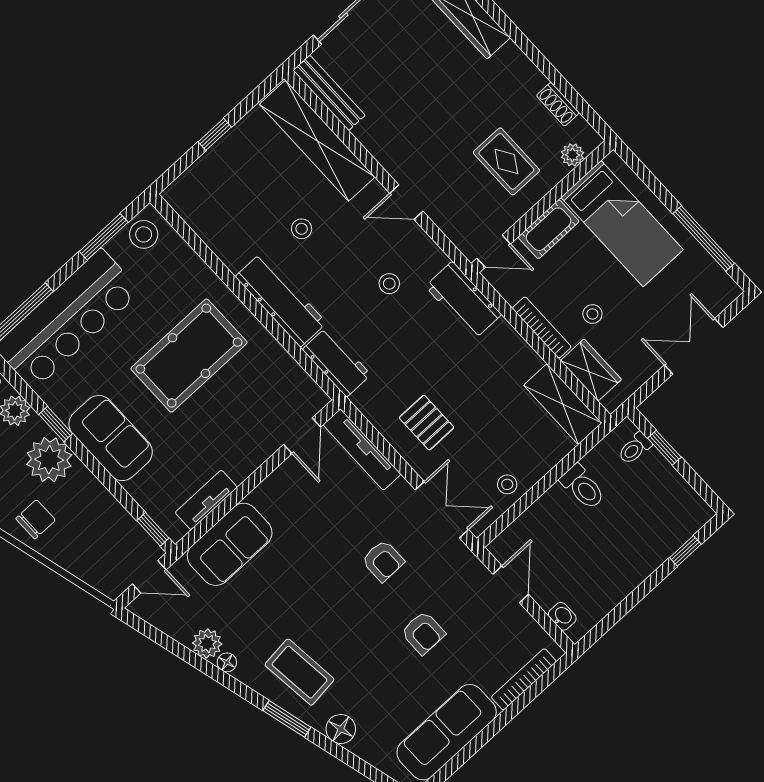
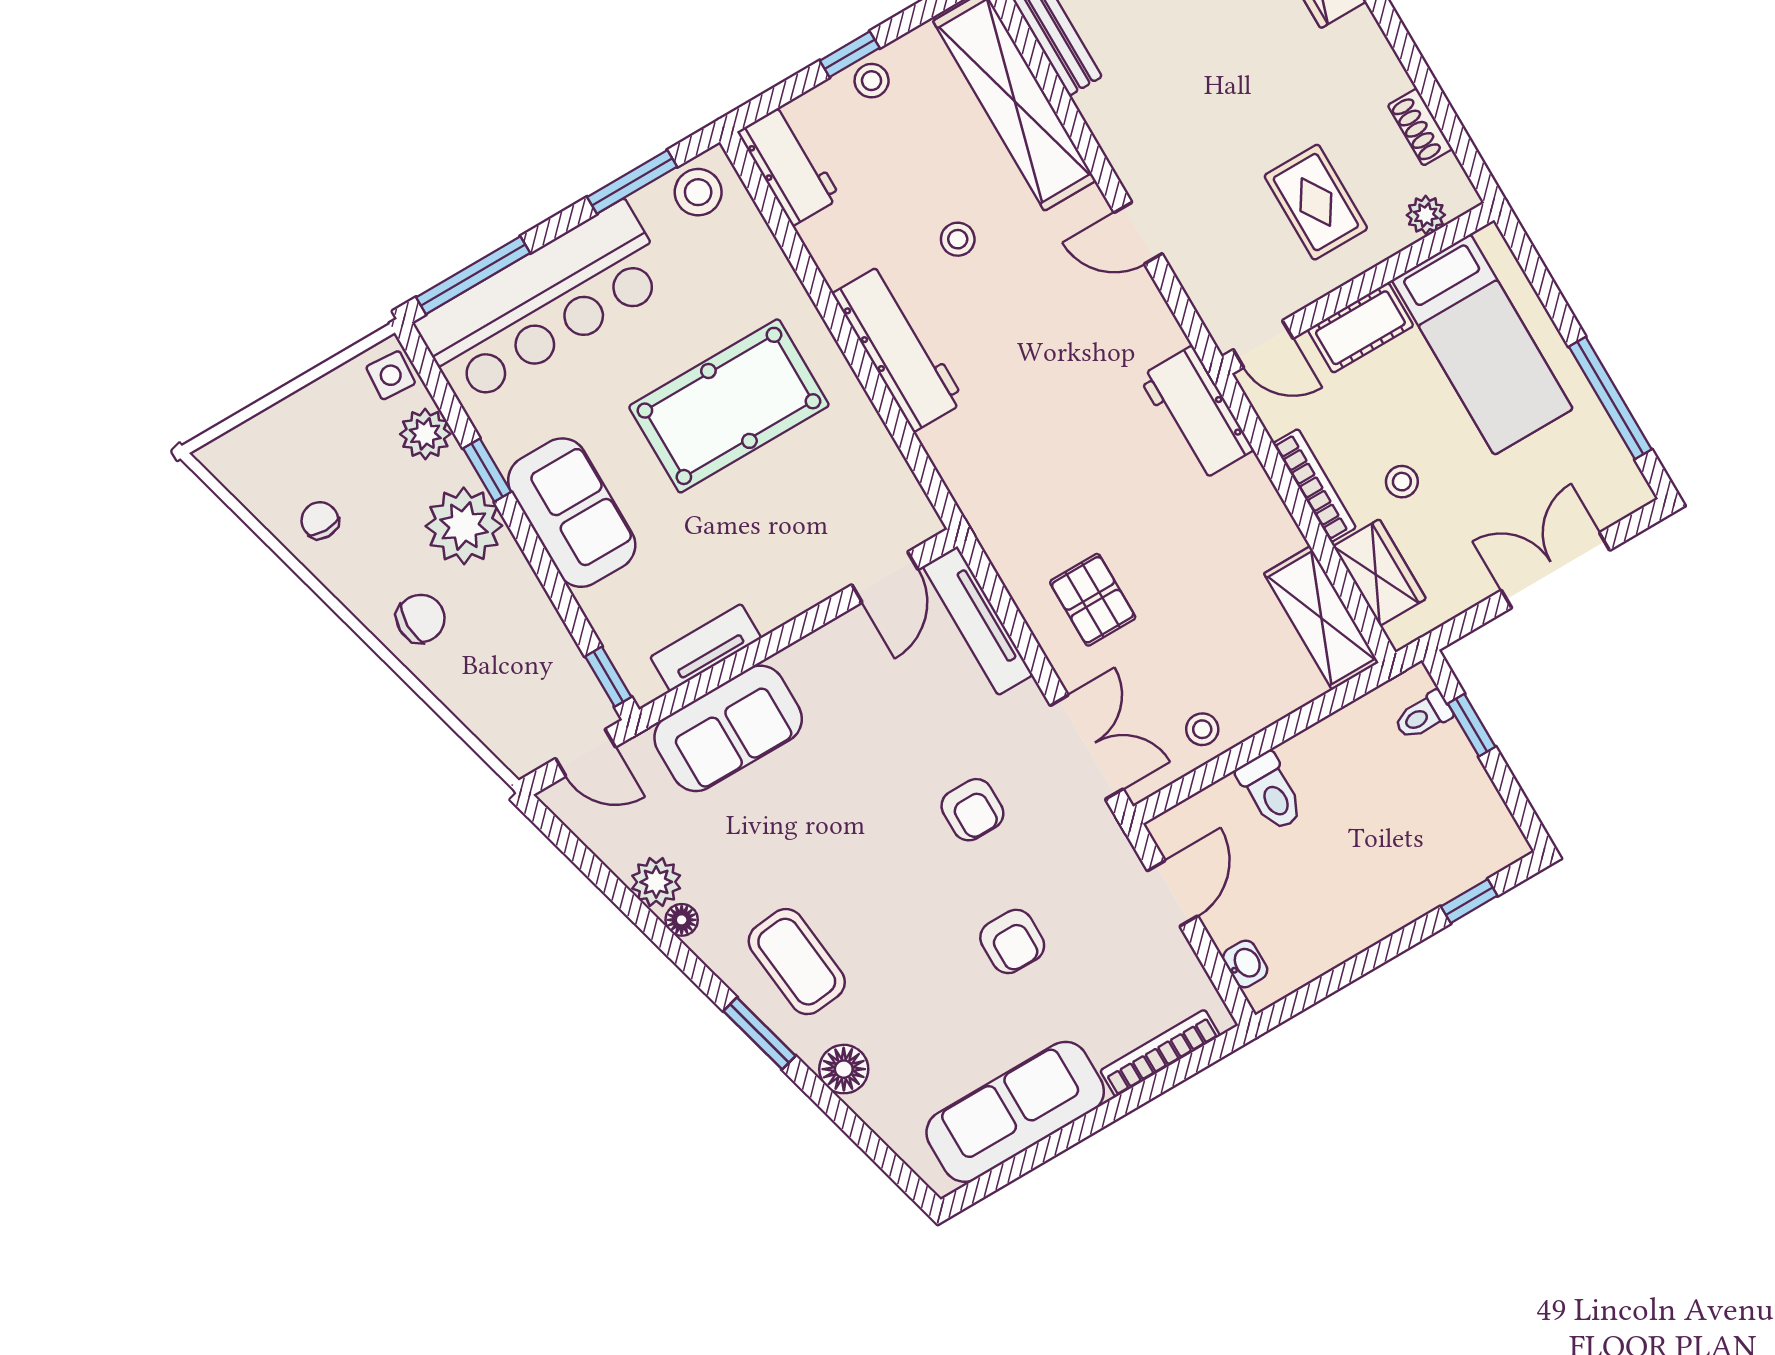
stool: (389, 284) -> (872, 81), moved
workbench: (337, 362) -> (789, 165), moved
toilet: (583, 487) -> (1271, 792), moved

